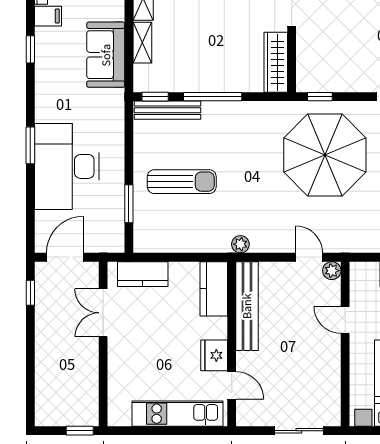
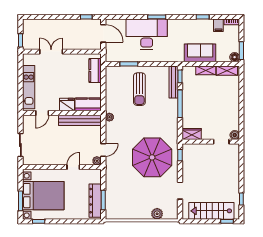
wardrobe: (276, 62) -> (192, 134), width x0.67
double door: (103, 313) -> (51, 52), moved
fridge: (214, 355) -> (67, 105), moved

